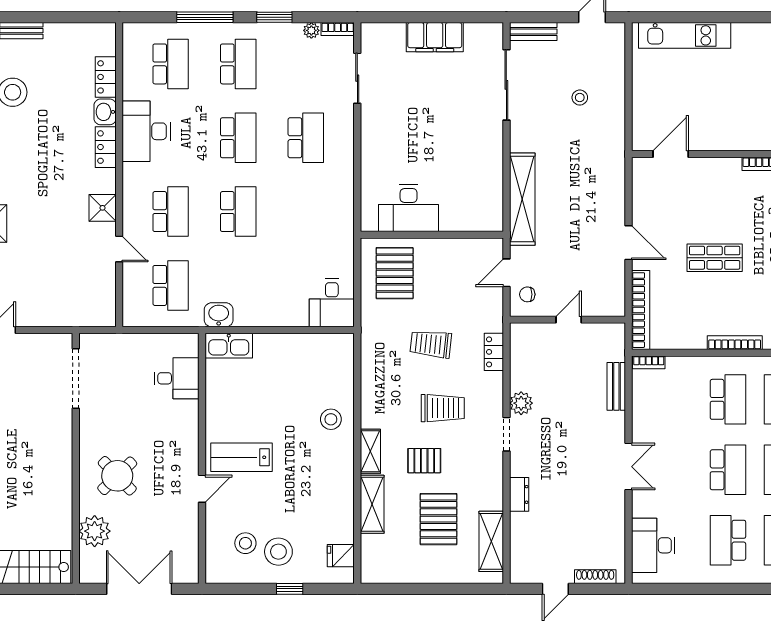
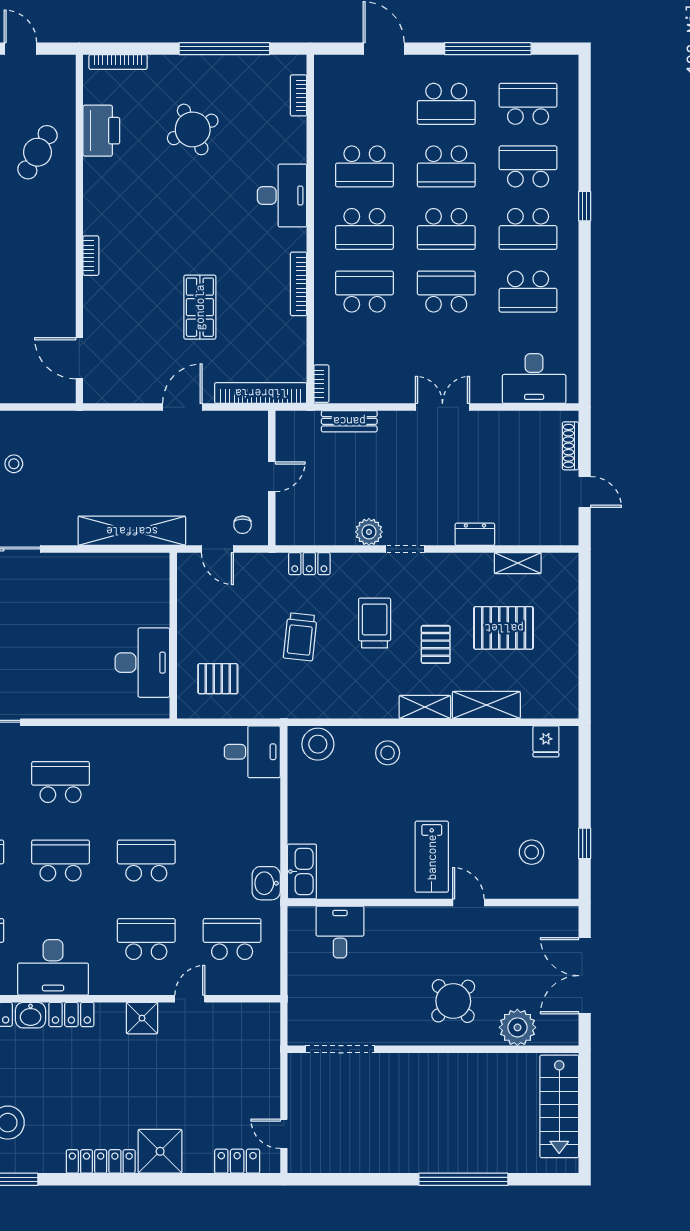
pallet: (395, 273) -> (218, 679), width x0.67, depth x0.71
door: (569, 320) -> (272, 477), swing flipped
shelving: (491, 541) -> (518, 563), width x0.67, depth x0.75
stool: (278, 552) -> (318, 744), moved
window: (290, 589) -> (585, 843), moved

